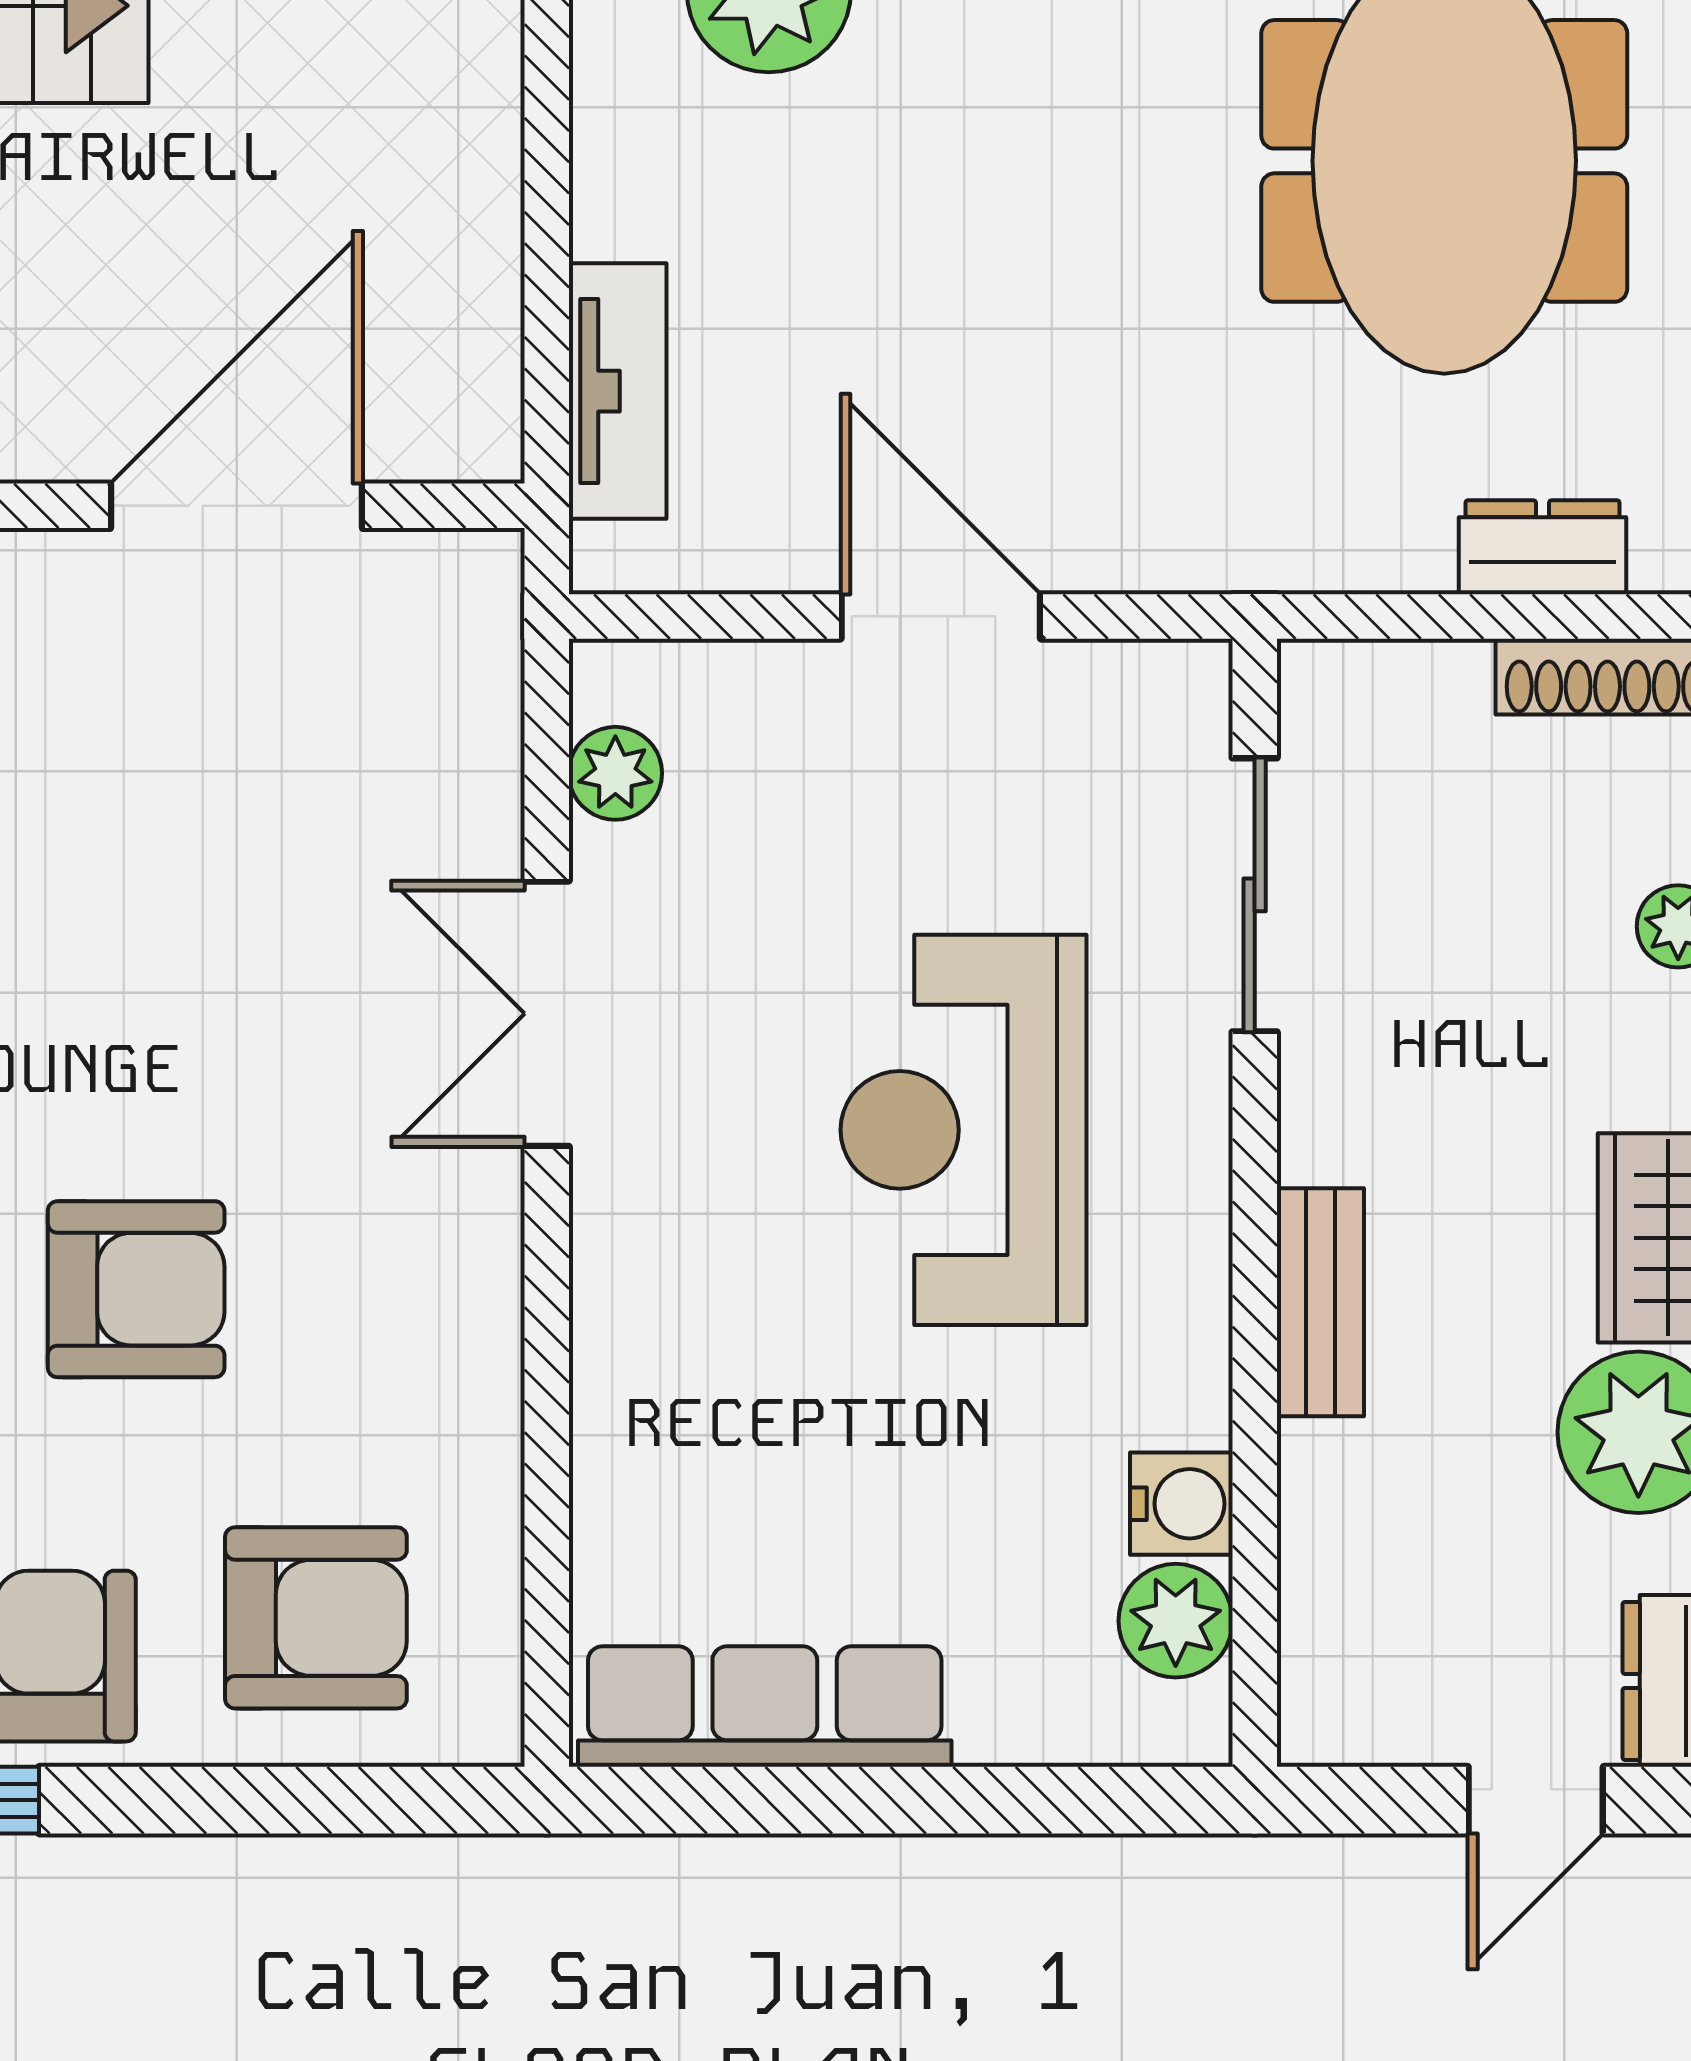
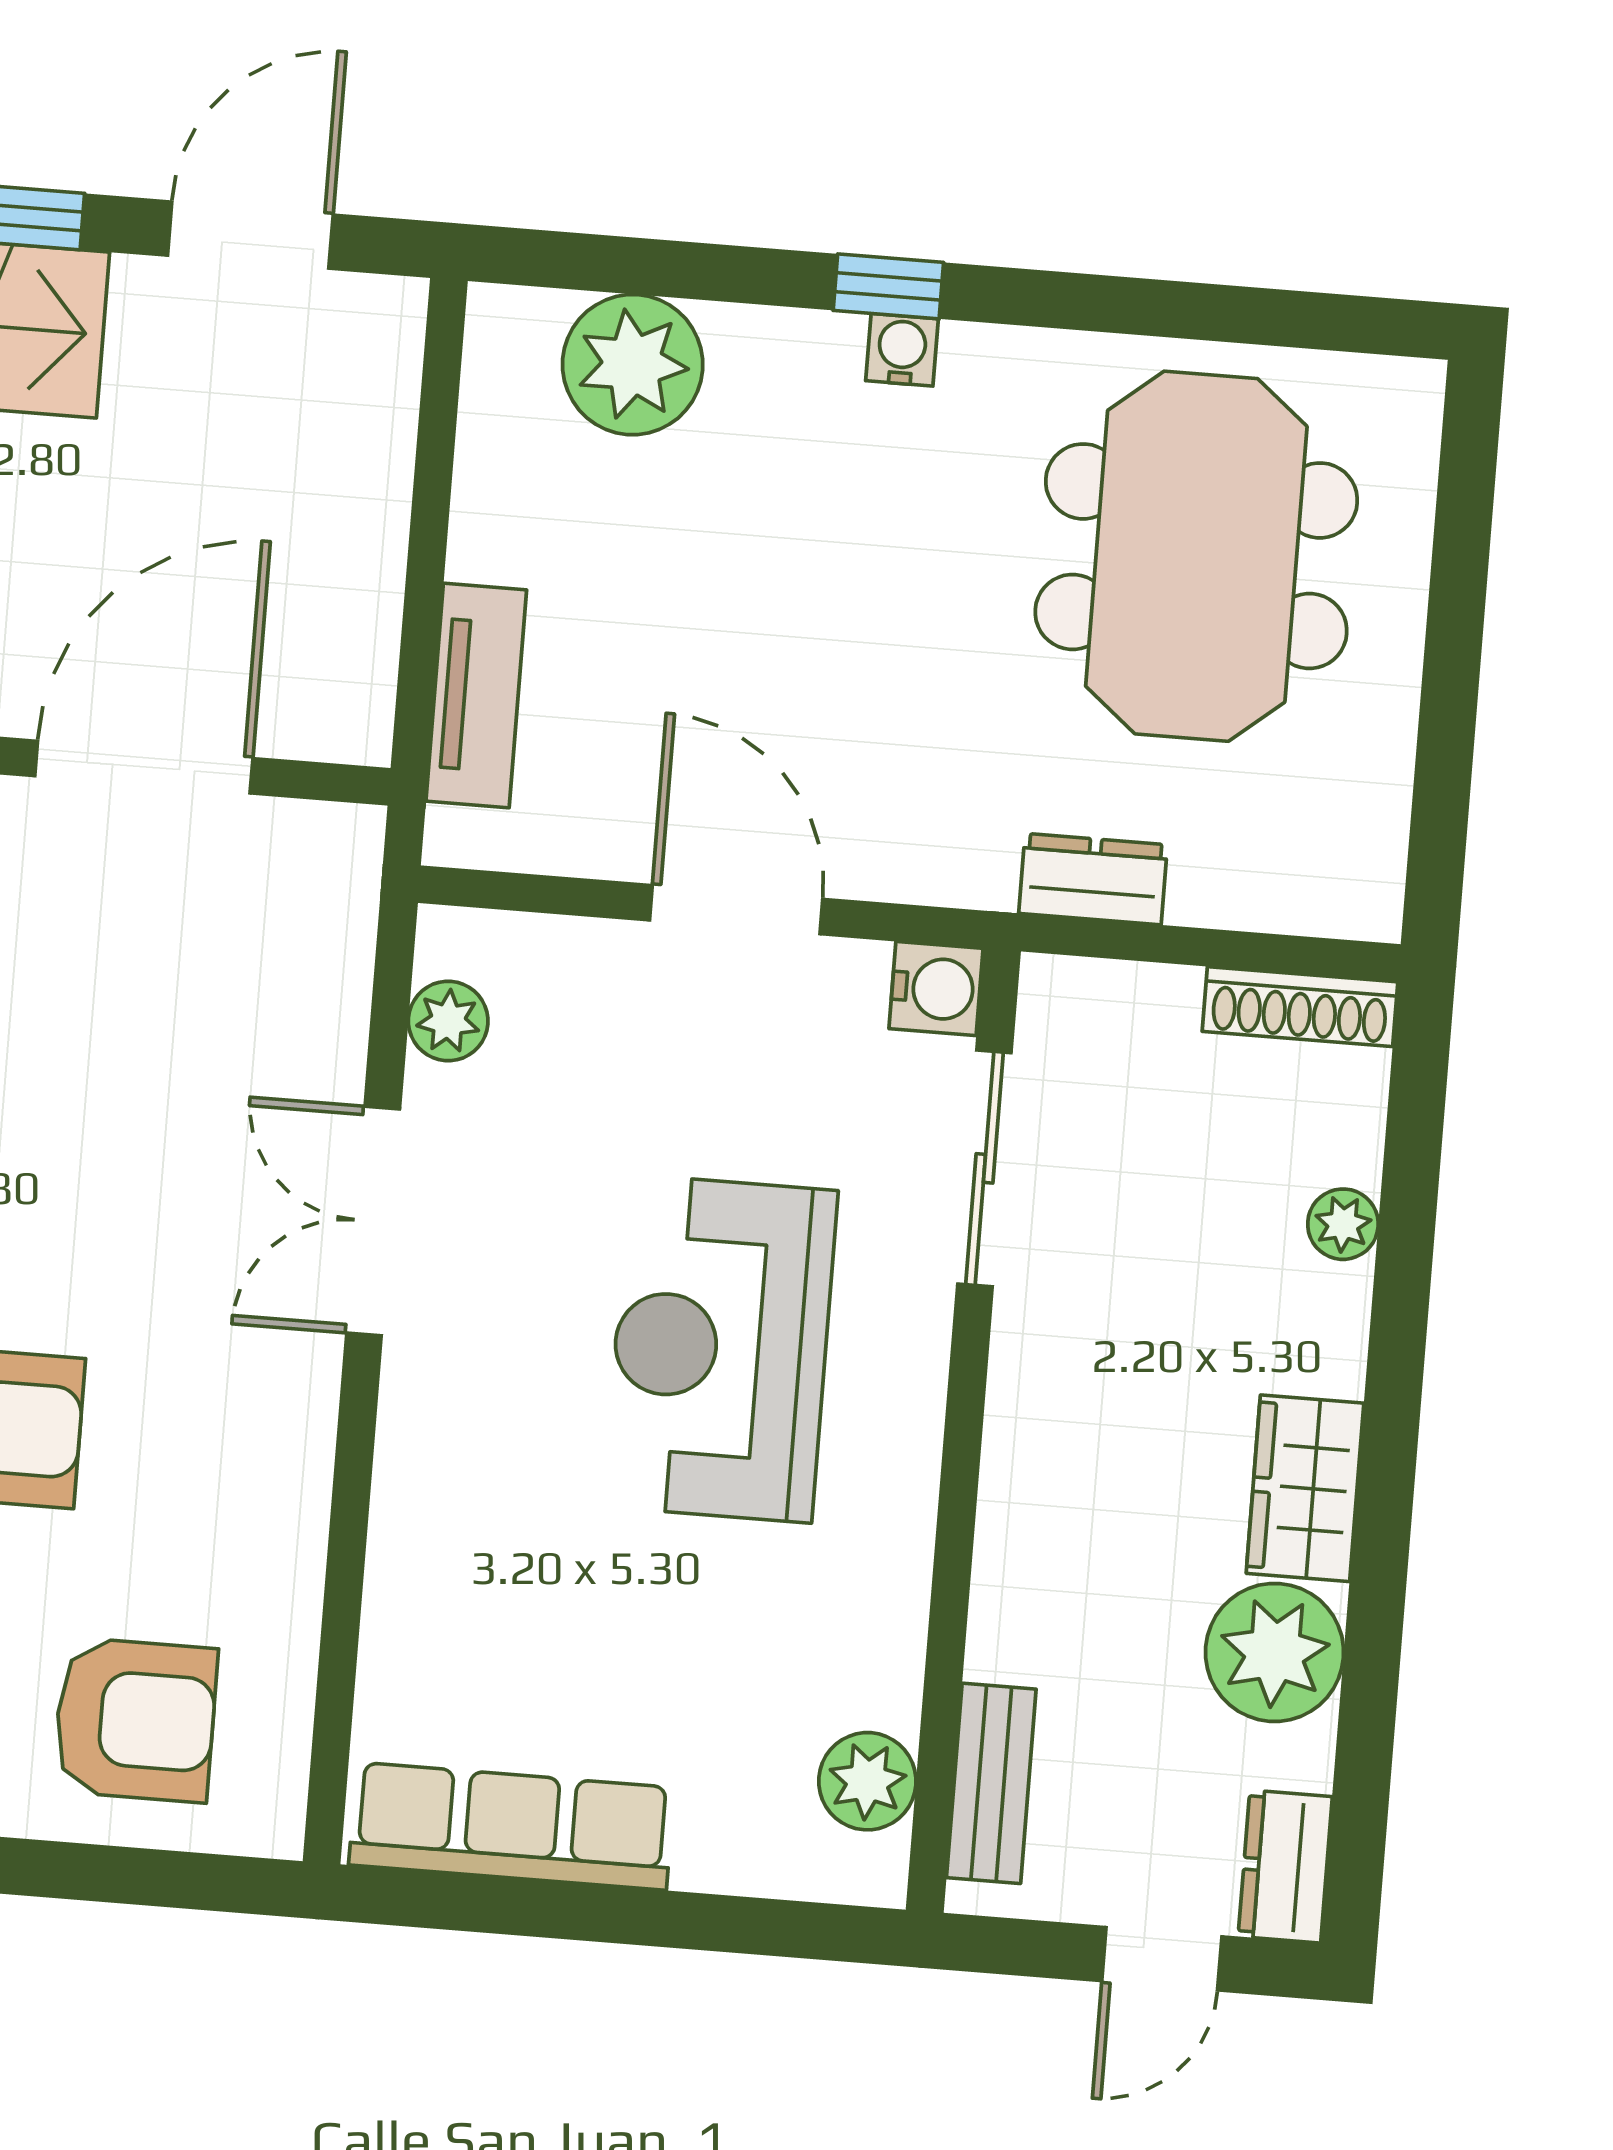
dresser: (1542, 547) -> (1093, 879), moved
bench: (1320, 1302) -> (991, 1783), moved
water cooler: (1181, 1504) -> (936, 989), moved

